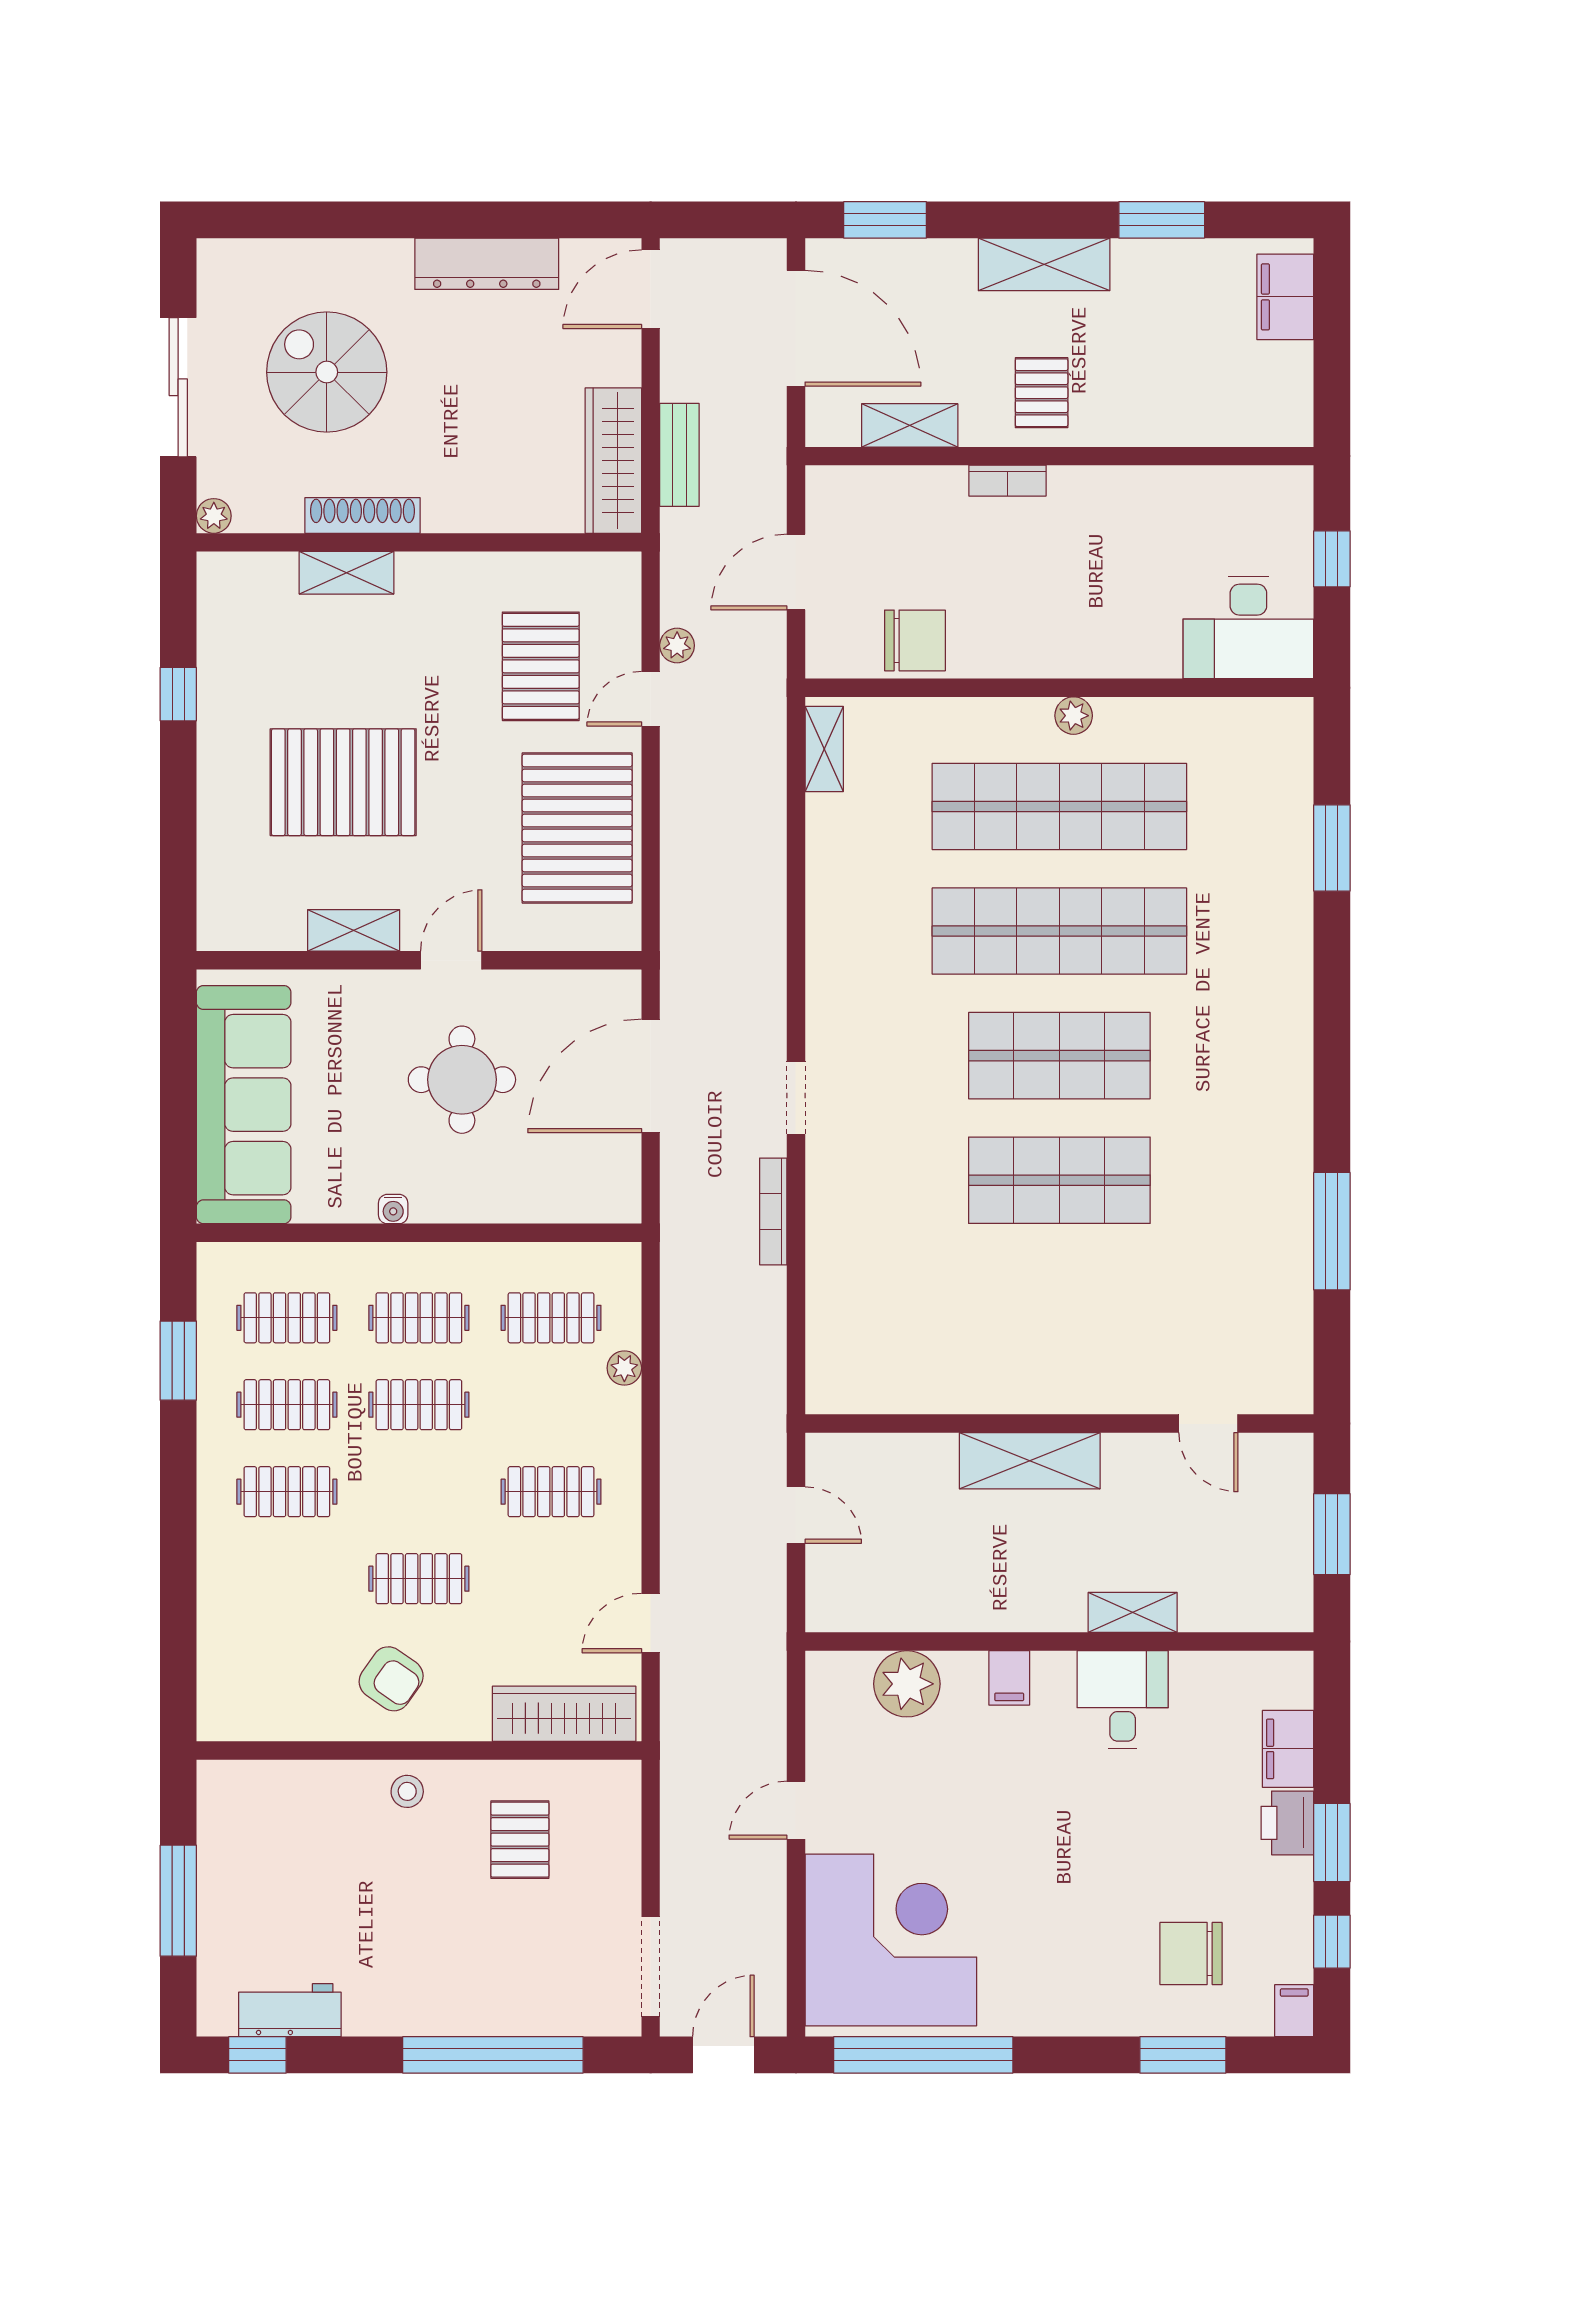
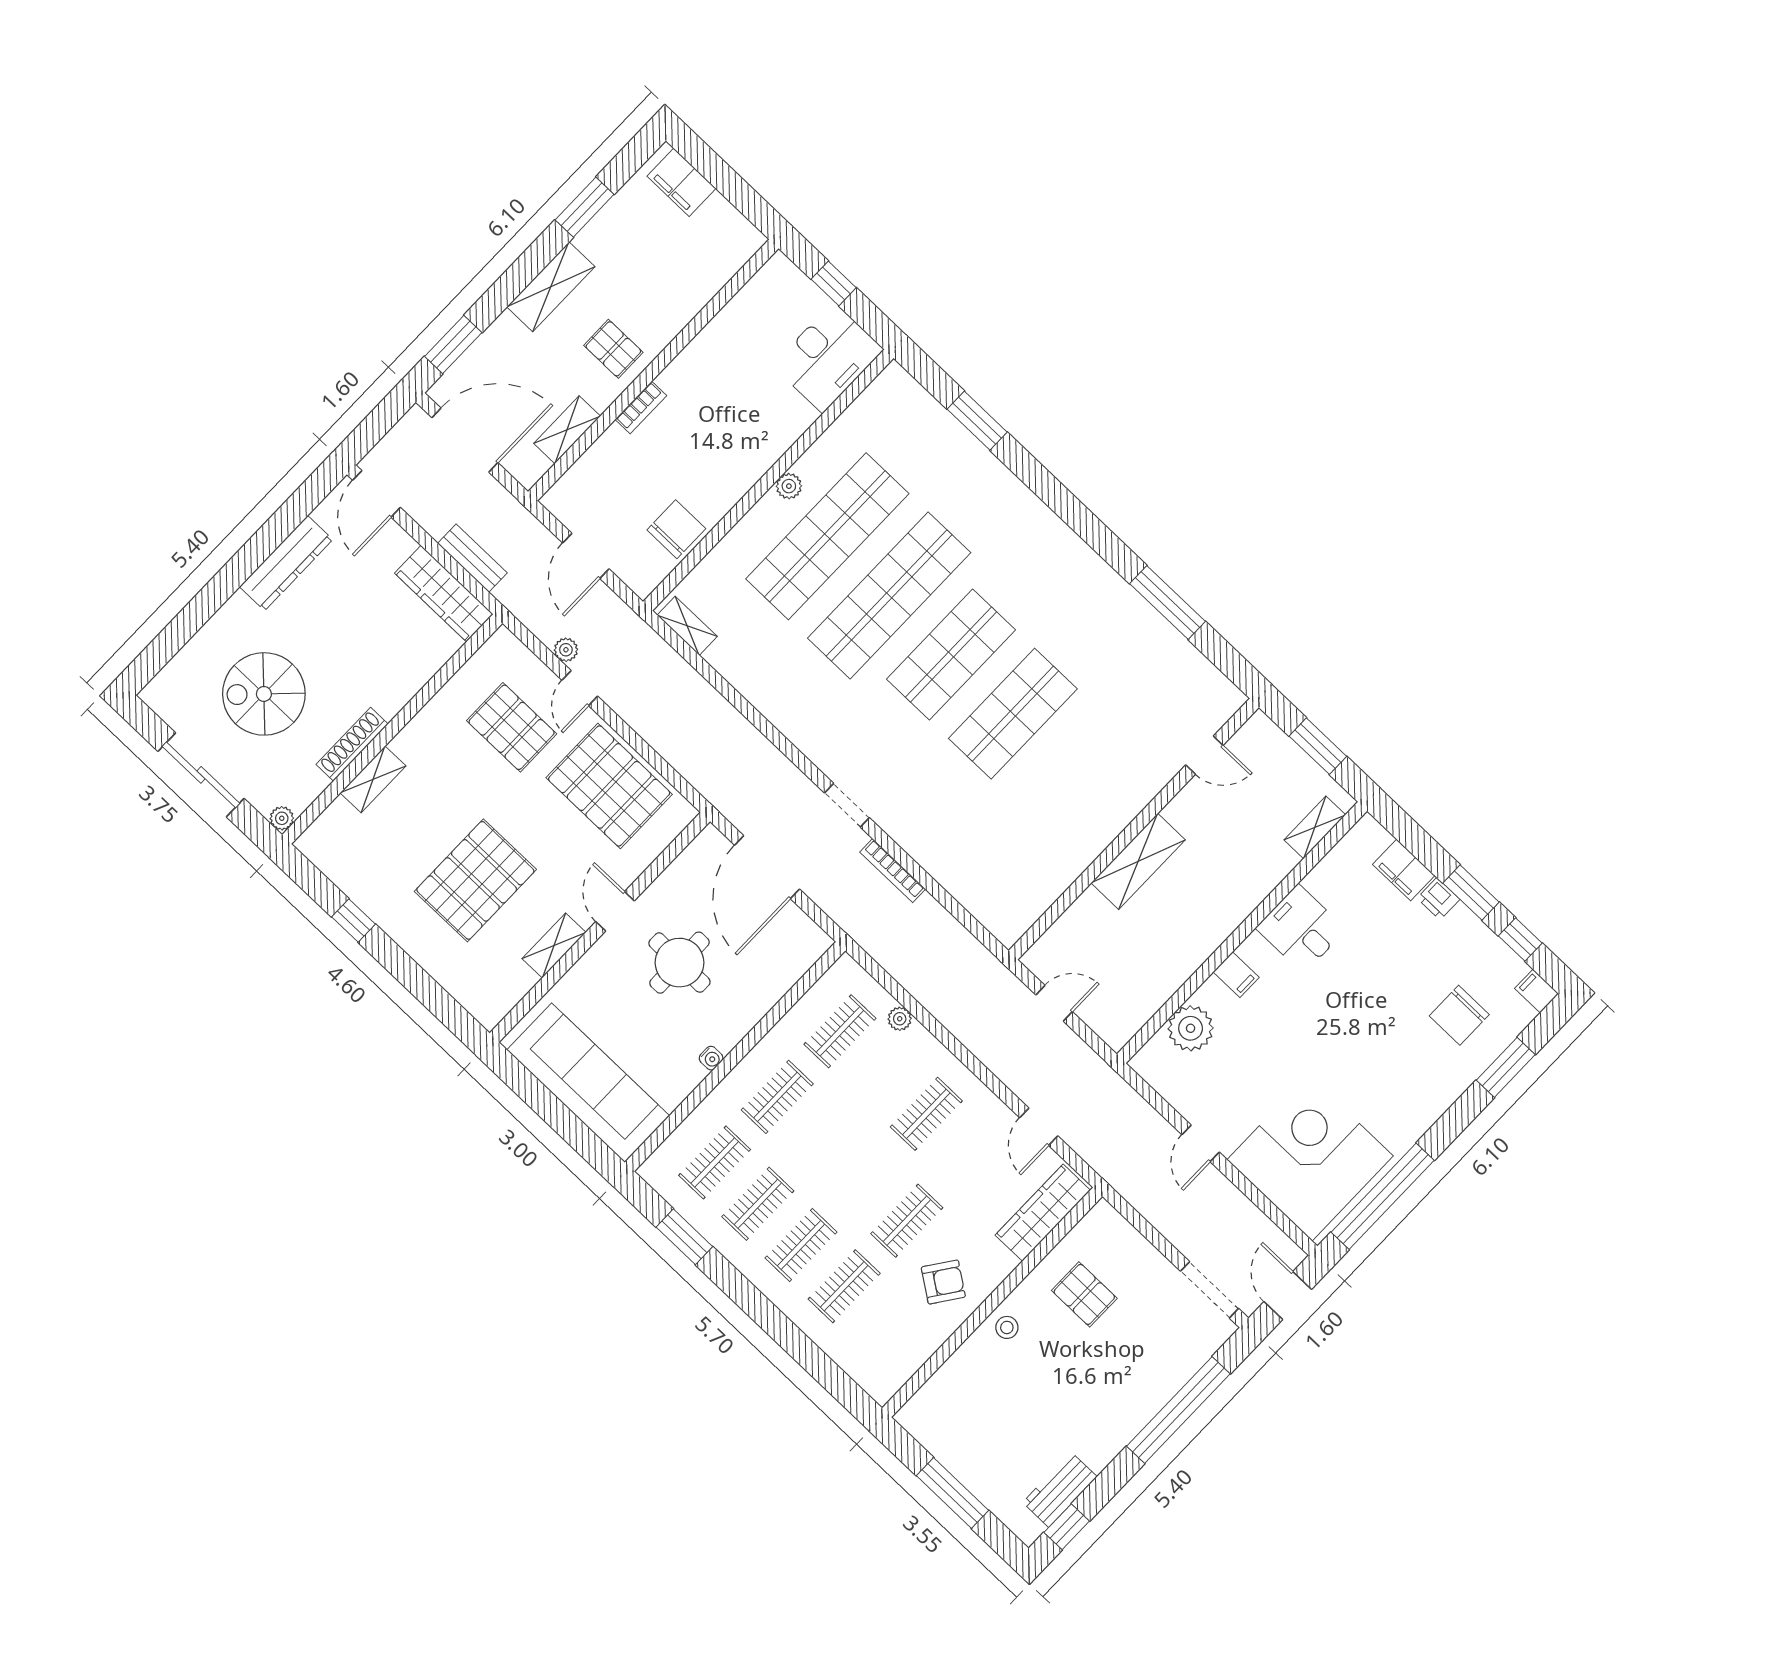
clothes rail: (419, 1405) -> (844, 1286), moved
shelving: (1133, 1612) -> (1315, 827), moved
printer: (1287, 1823) -> (1438, 899), width x0.73, depth x0.81

